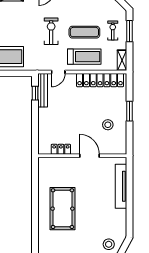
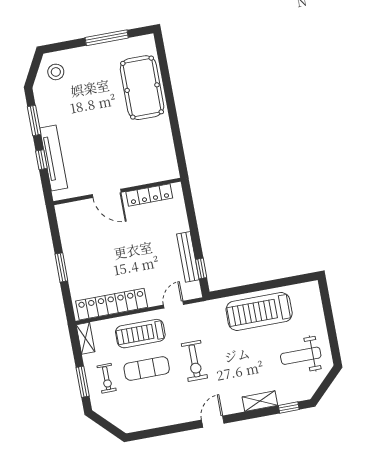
bench: (43, 90) -> (188, 257), moved
stool: (108, 125) -> (89, 242), removed
locker: (61, 149) -> (149, 195), width x1.53
window: (129, 187) -> (41, 160), added
pool table: (62, 209) -> (142, 88), moved
window: (129, 214) -> (34, 121), added

